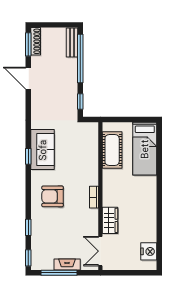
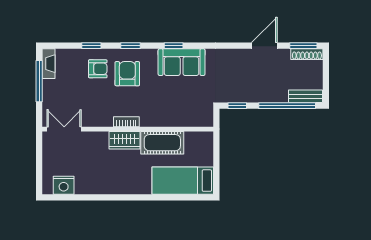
cot: (112, 150) -> (162, 143), moved
wardrobe: (110, 220) -> (124, 140), moved
armchair: (48, 222) -> (98, 69), added
window: (28, 258) -> (131, 46), moved
fireplace: (67, 265) -> (48, 64), moved

